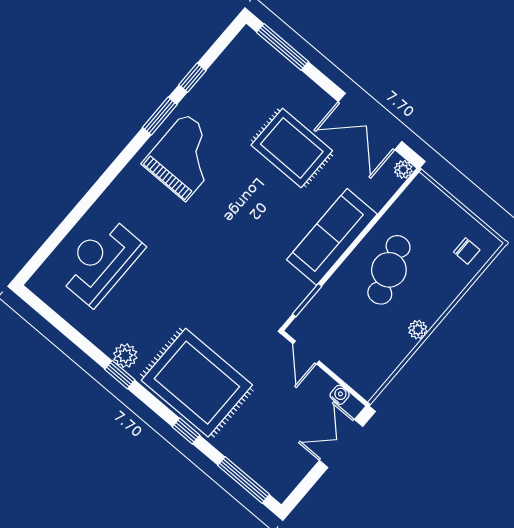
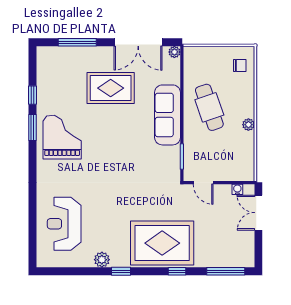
window: (283, 47) -> (77, 42), moved
plant: (125, 356) -> (102, 260), moved

